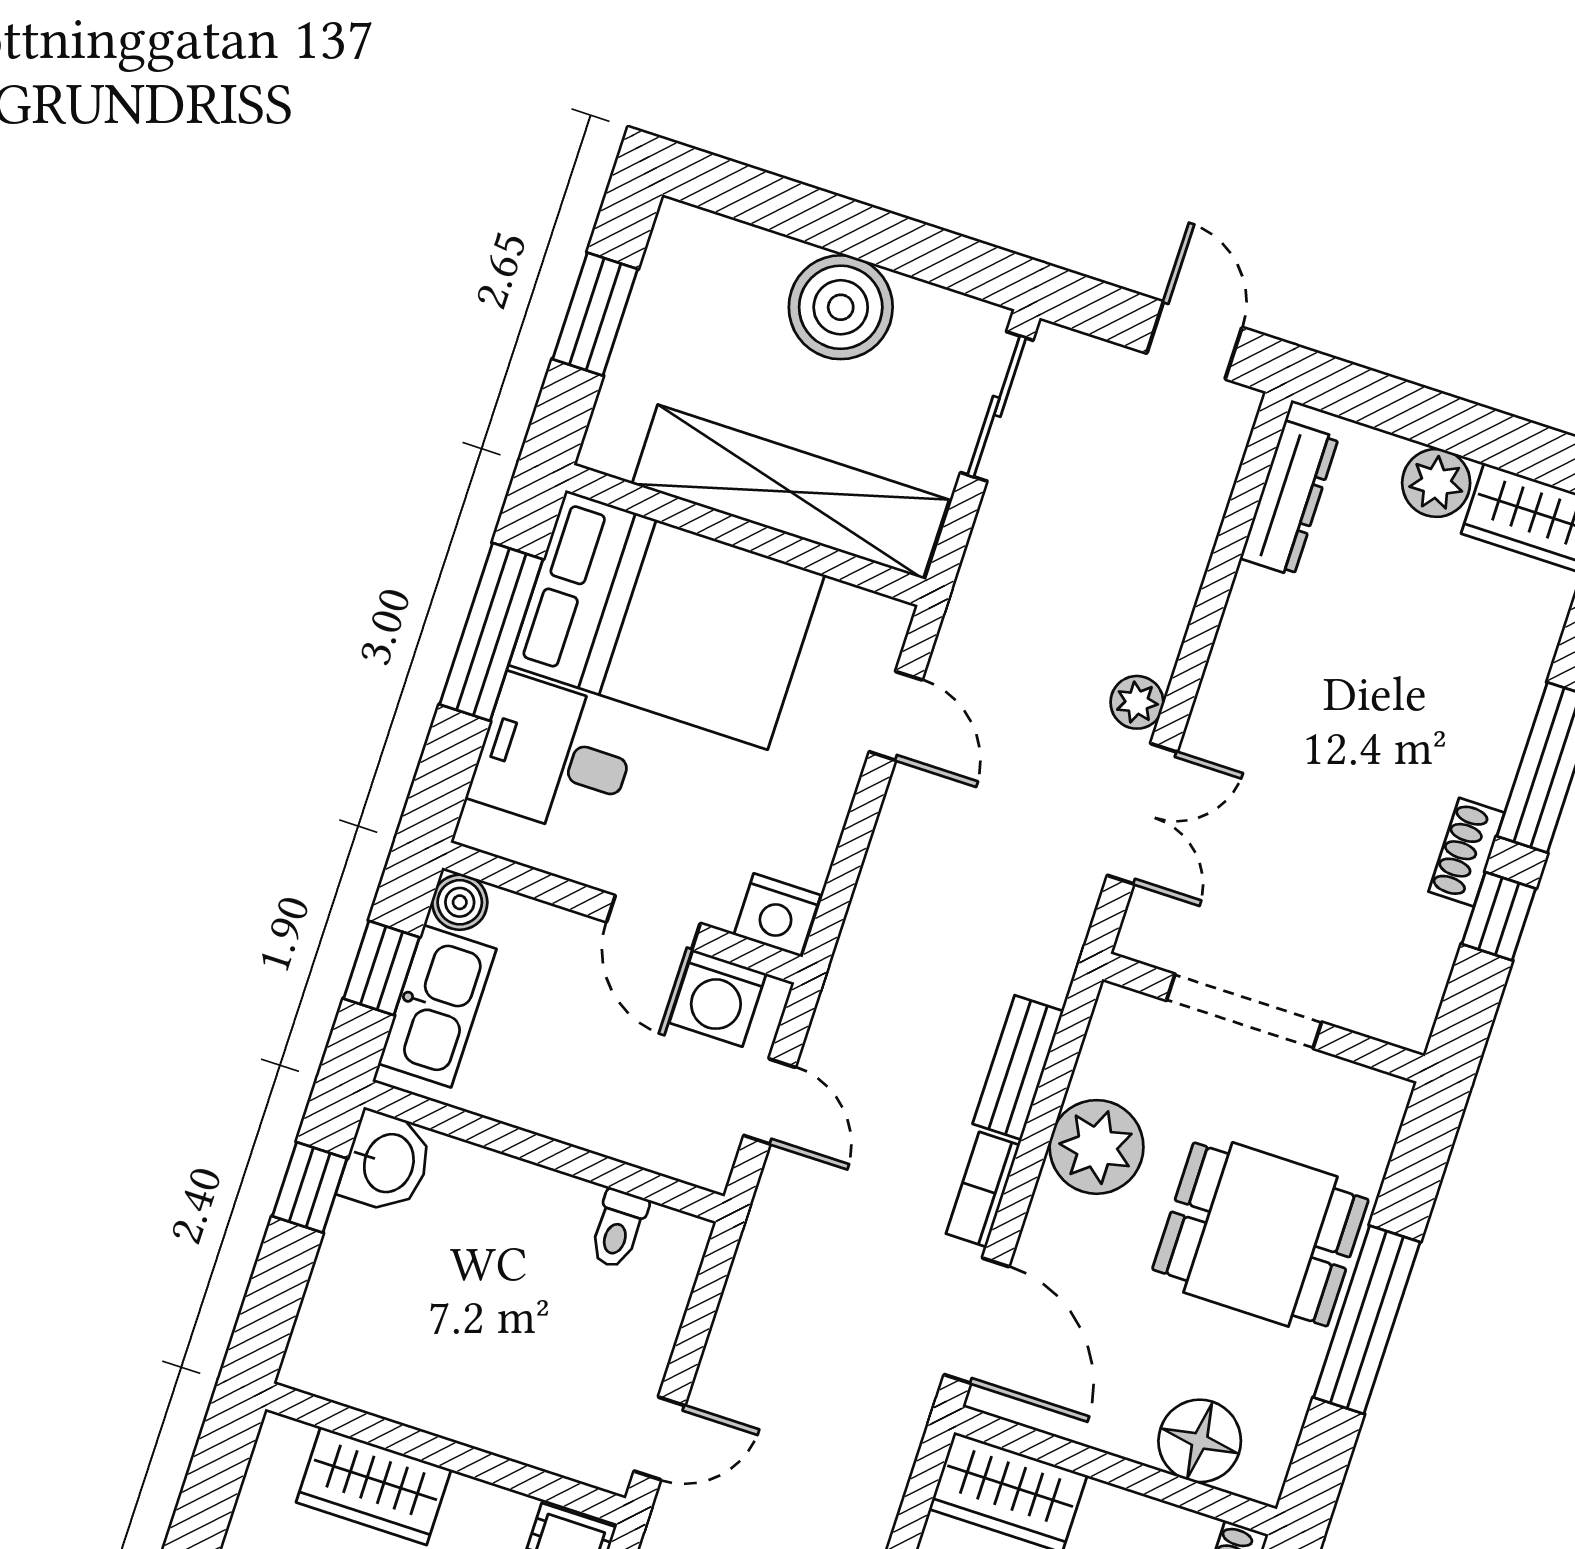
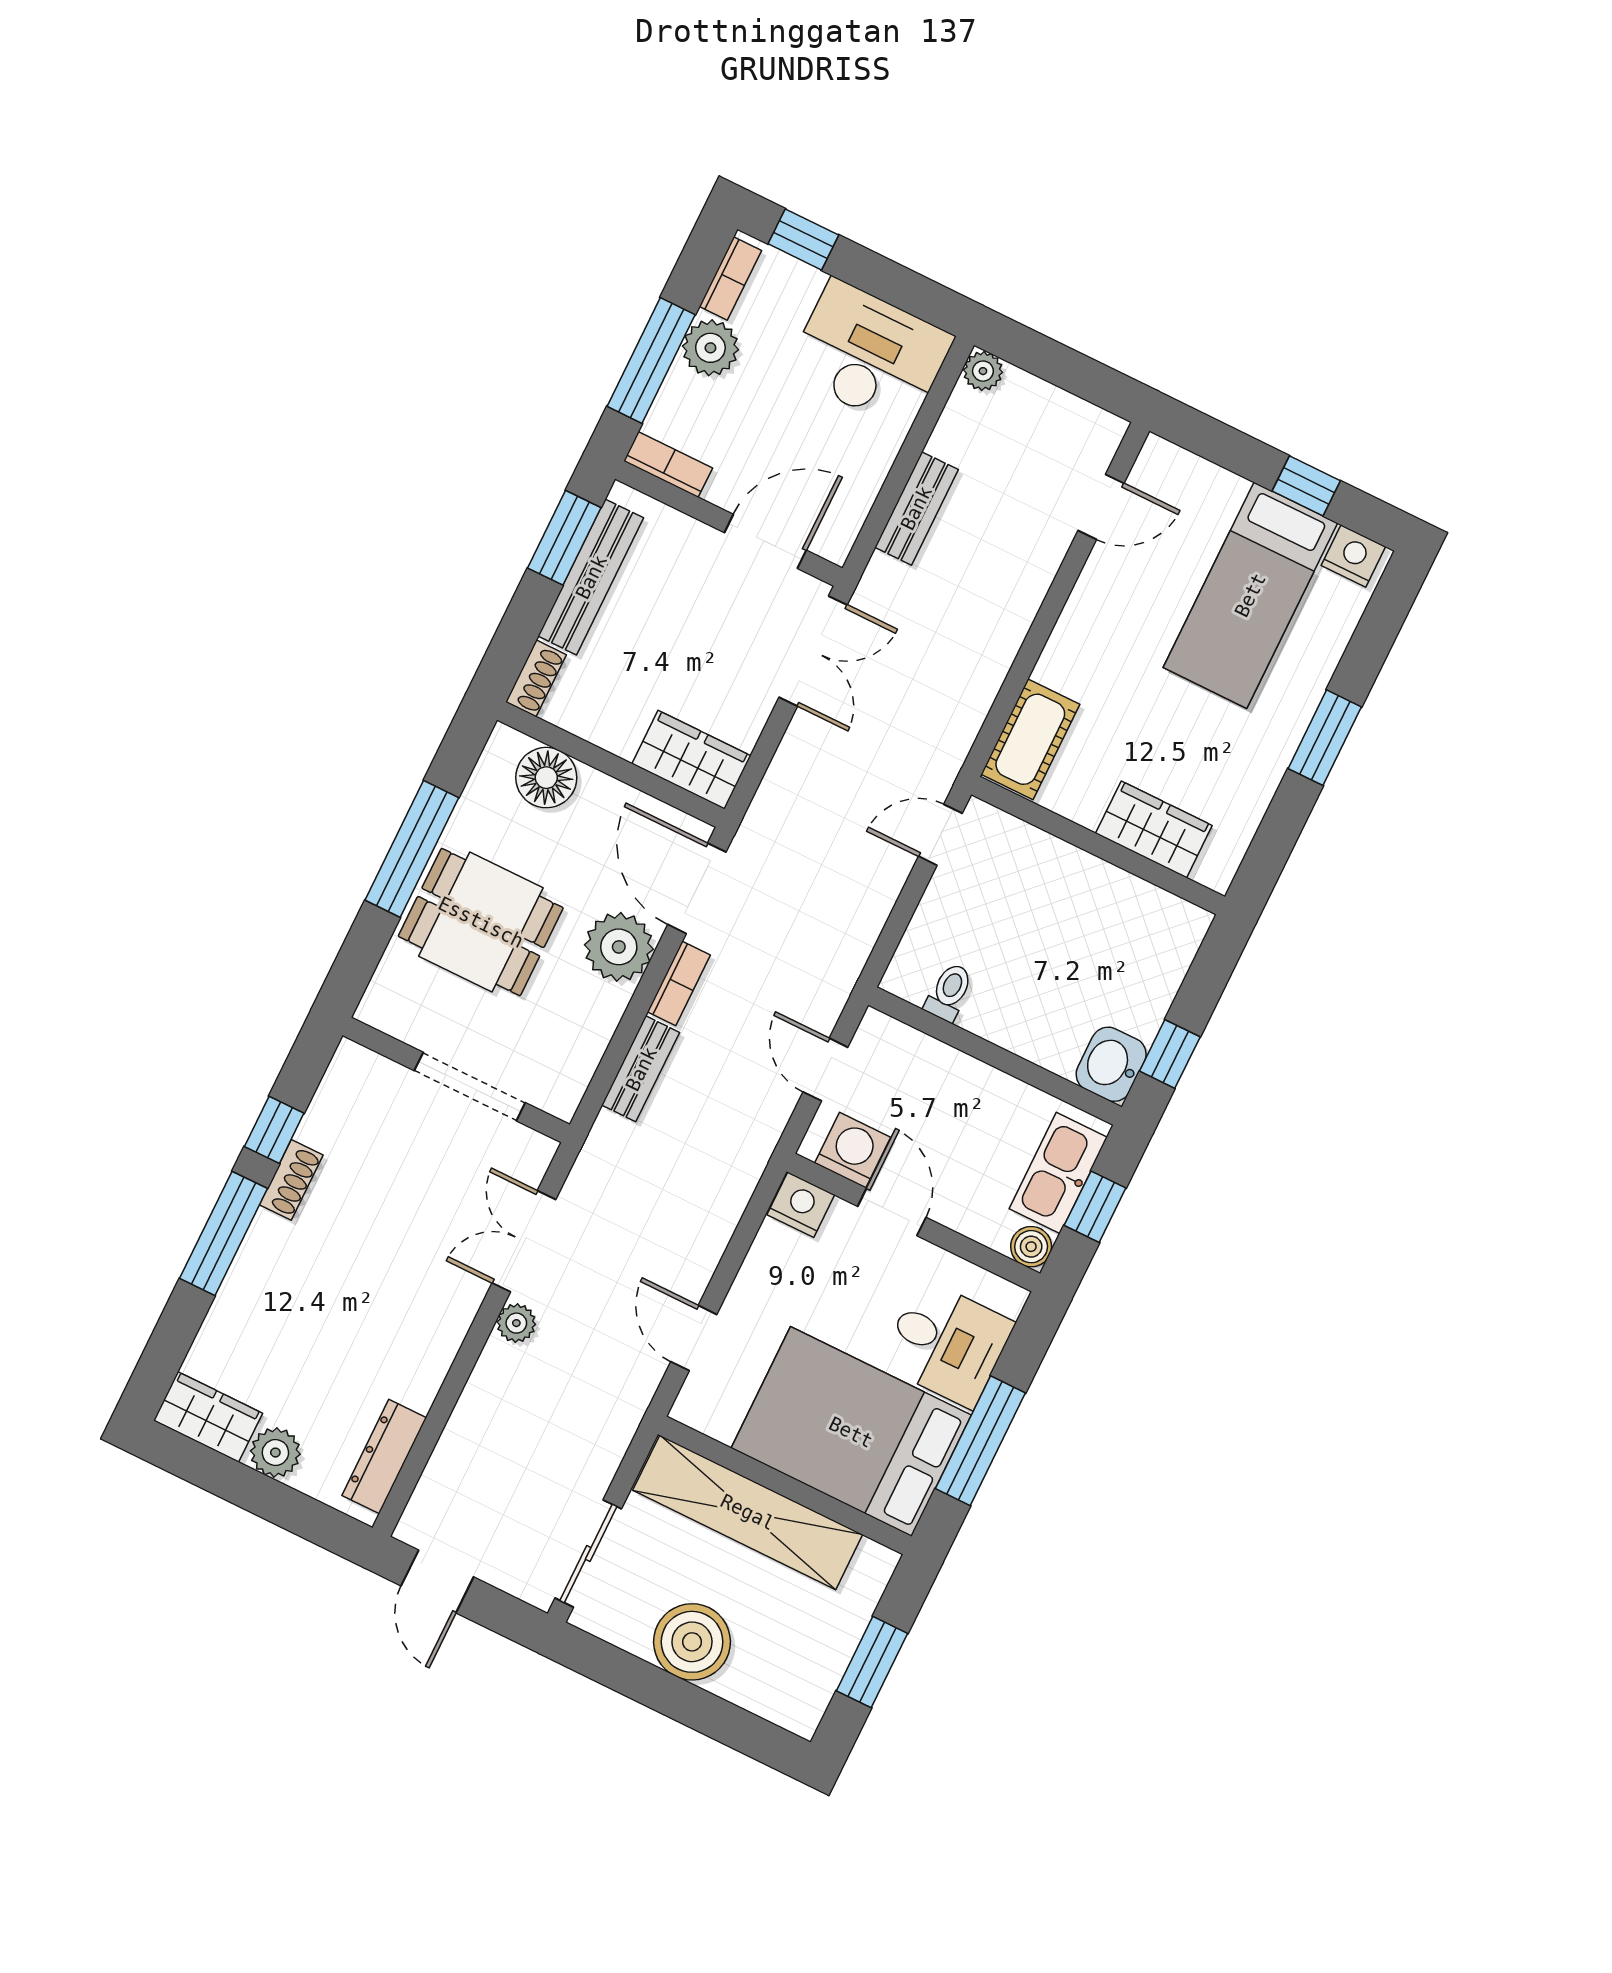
plant: (1097, 1147) -> (619, 947), moved

